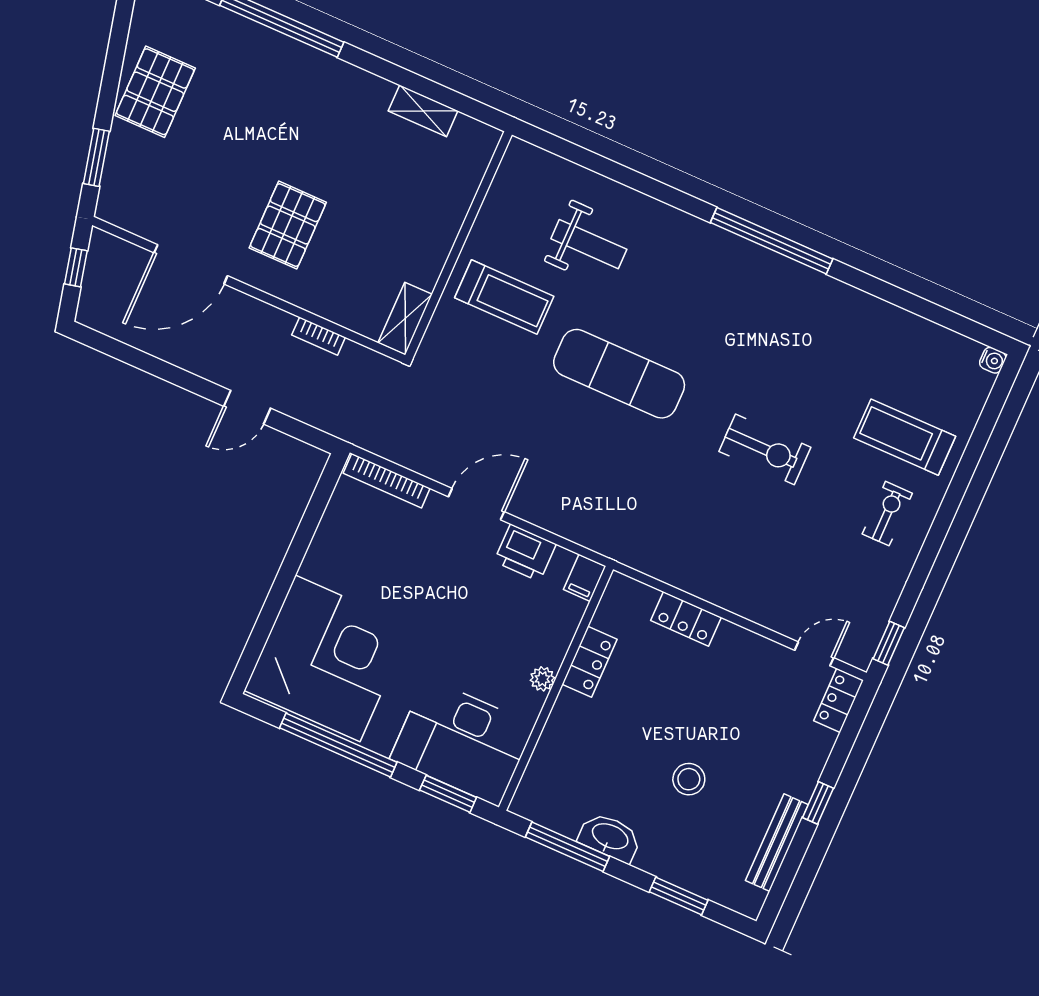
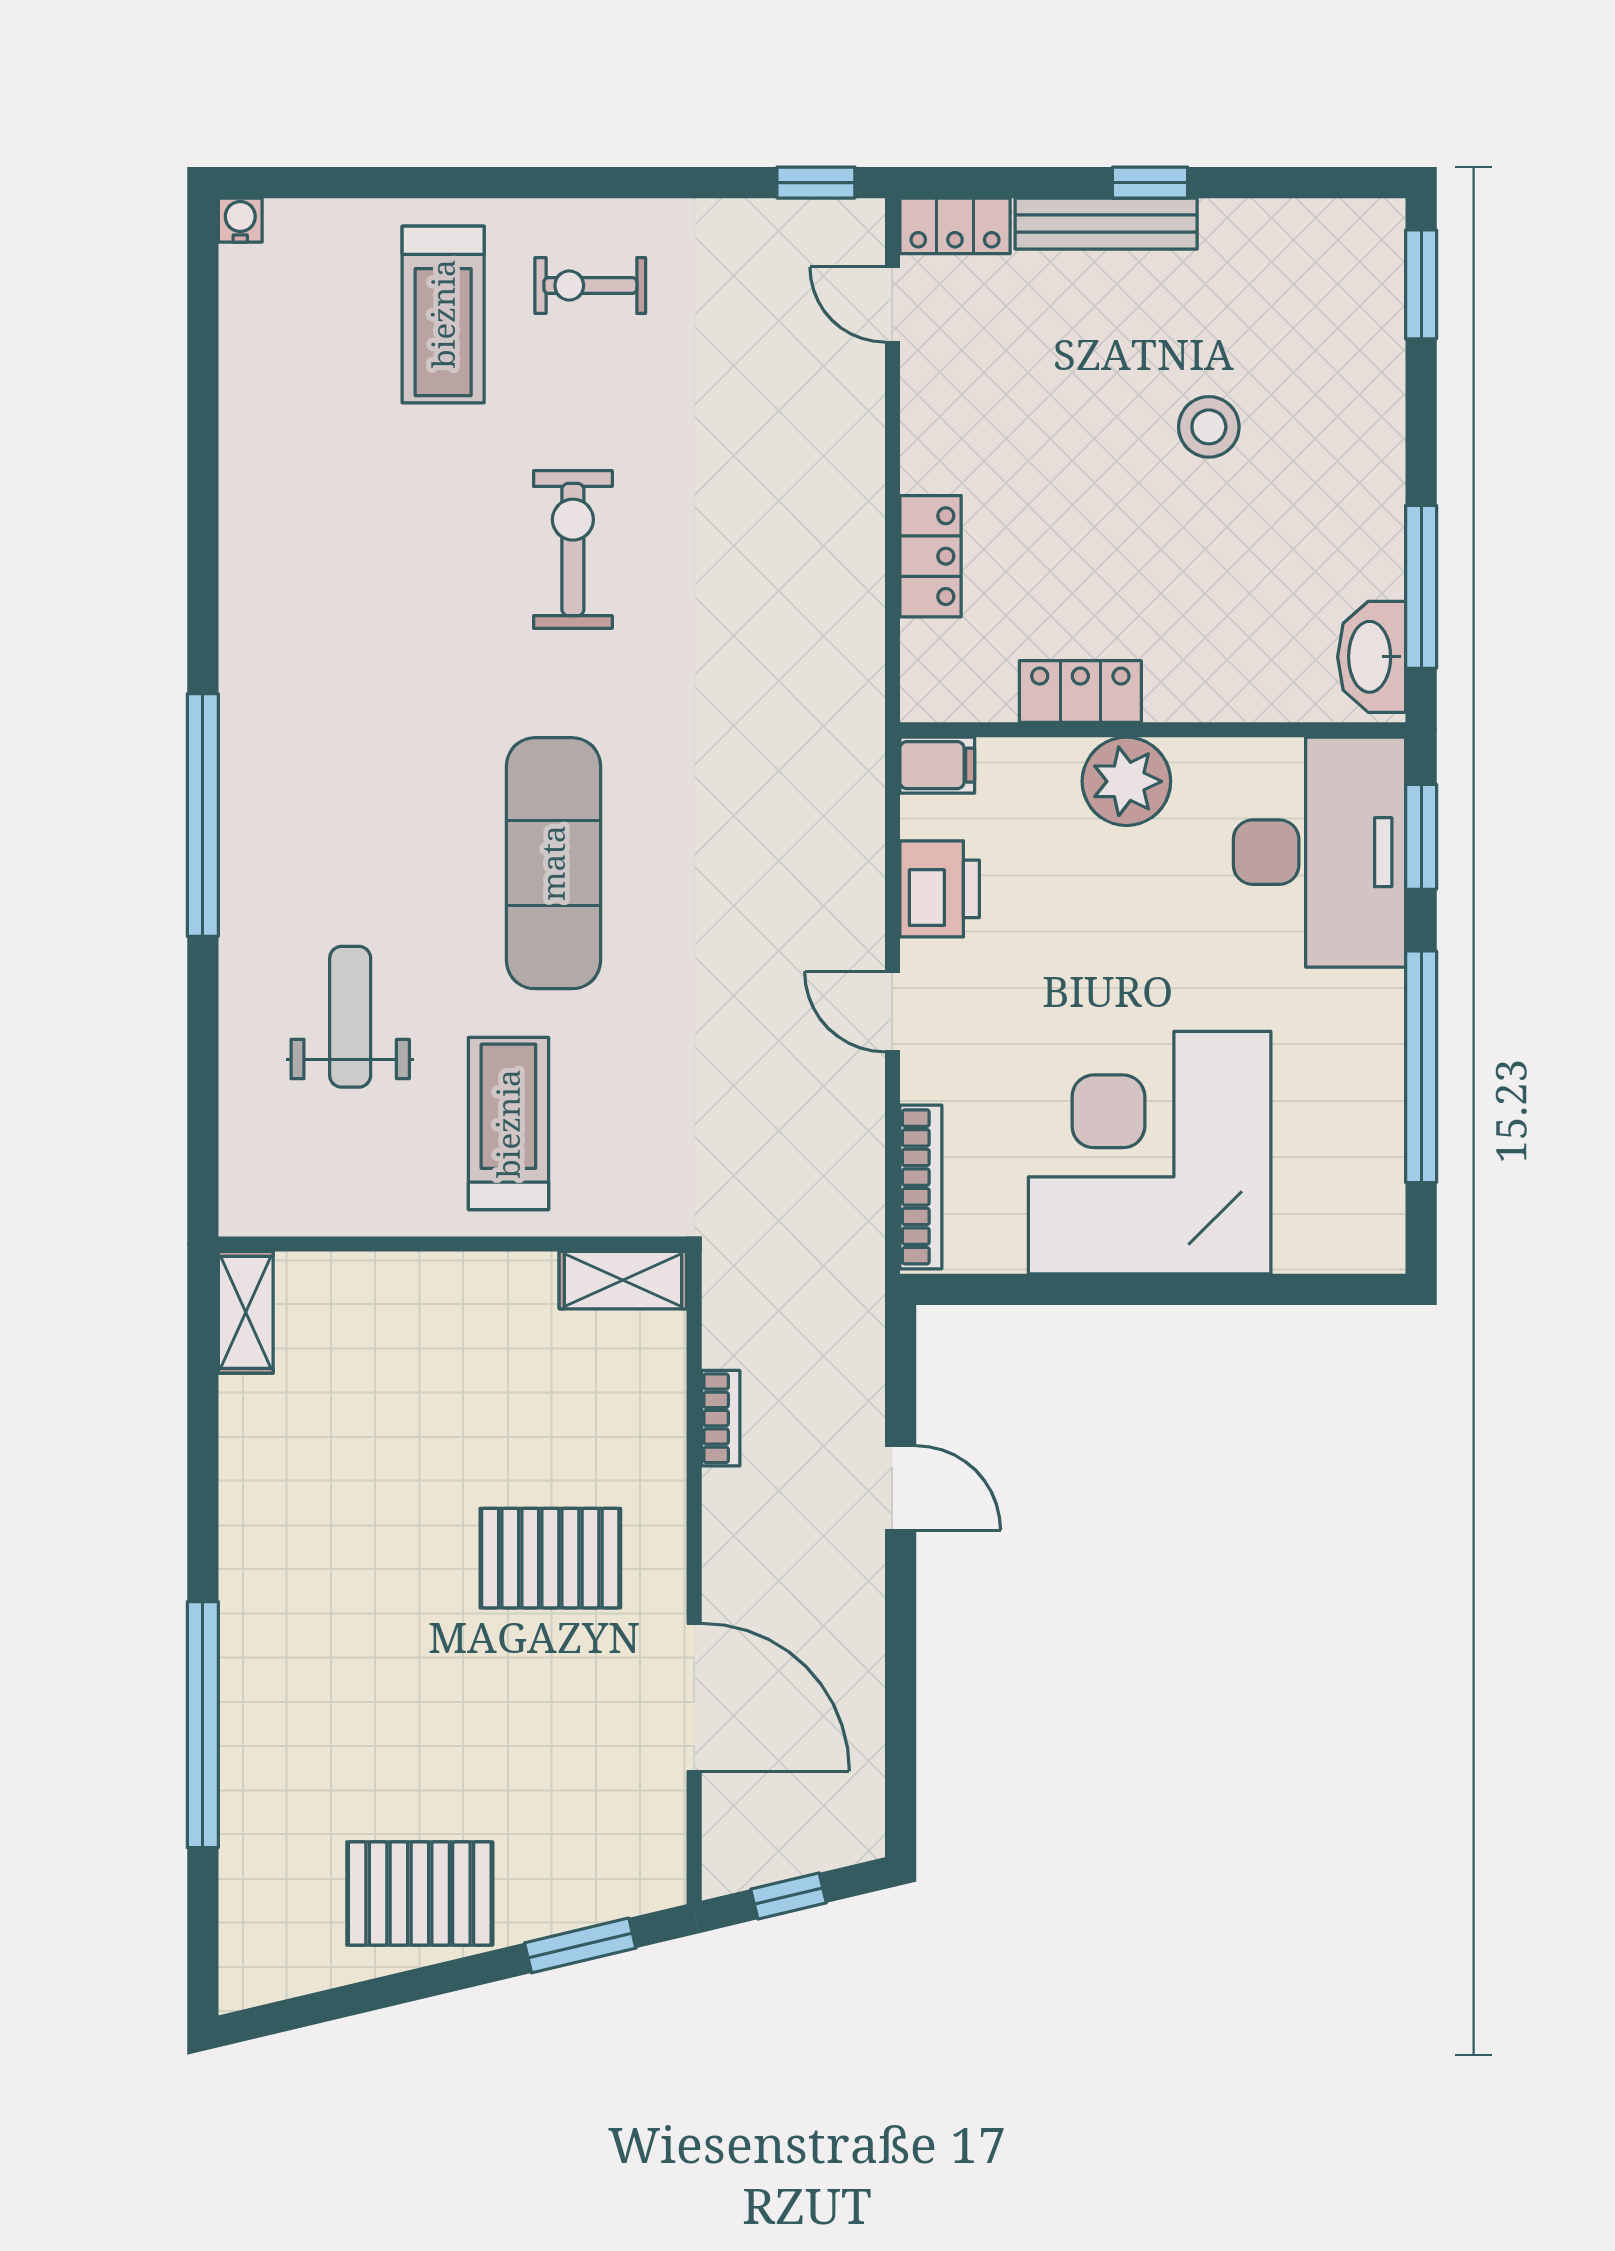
shelving: (423, 111) -> (246, 1312), moved
window: (772, 241) -> (203, 815), moved
door: (476, 504) -> (892, 1012), width x0.73
corner desk: (328, 658) -> (1150, 1153), moved
plant: (542, 679) -> (1126, 781), width x1.88, depth x1.88
washbasin: (610, 837) -> (1372, 657), moved
bench: (777, 843) -> (1106, 224), moved
window: (679, 896) -> (1421, 284), moved

